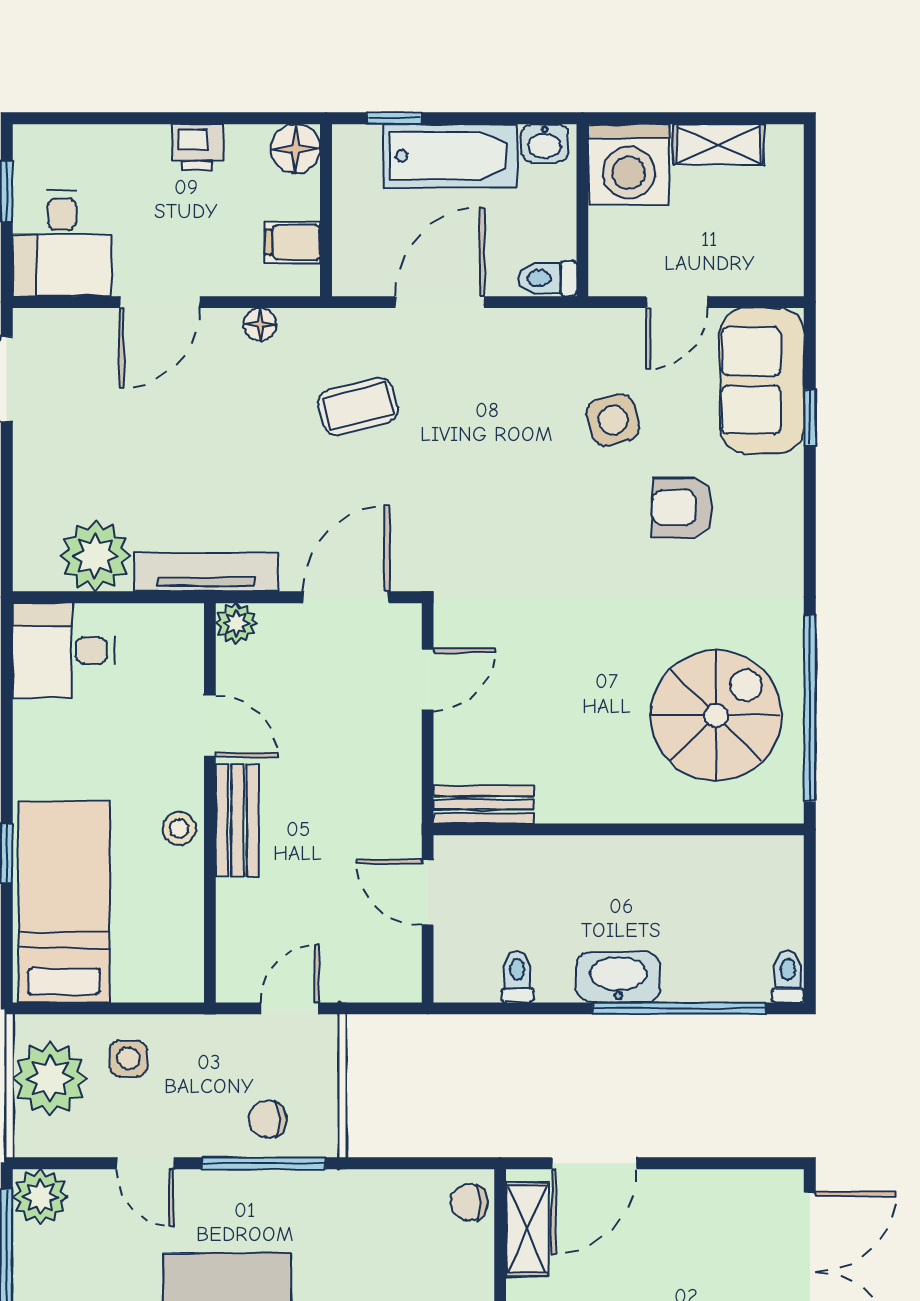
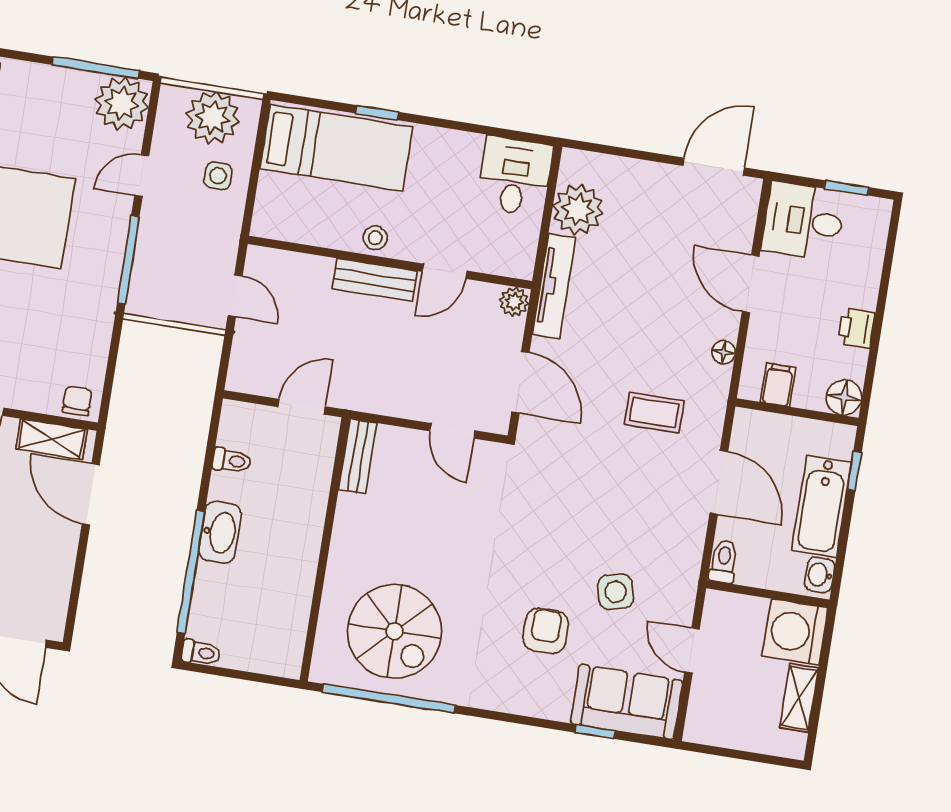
coffee table: (358, 406) -> (654, 413), turned -76
chair: (268, 1119) -> (159, 267), removed
plant: (40, 1197) -> (122, 103), width x1.36, depth x1.36

